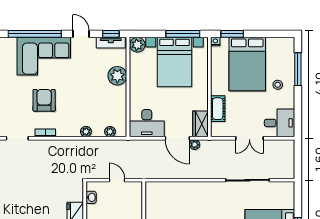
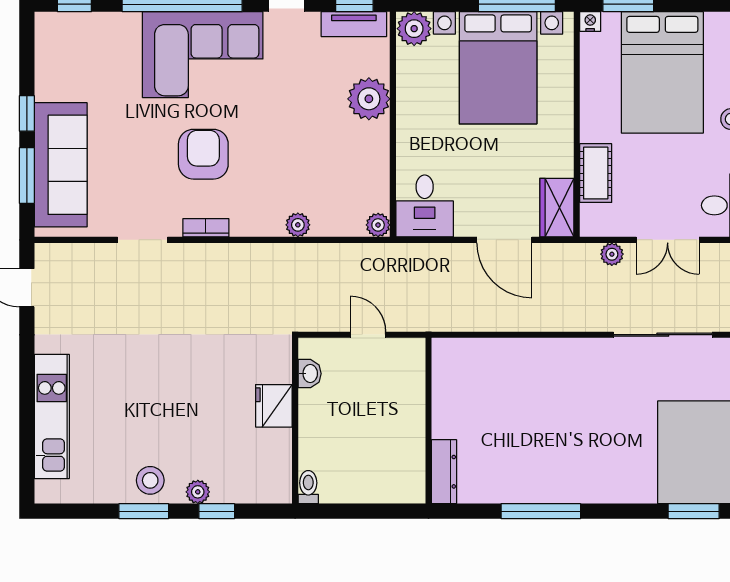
desk: (147, 123) -> (425, 206), width x0.73
plant: (110, 132) -> (378, 225), moved
plant: (195, 145) -> (612, 254), moved

